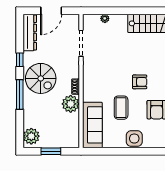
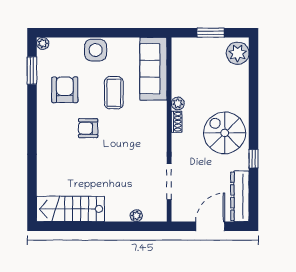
window: (20, 95) -> (254, 111), removed
plant: (71, 104) -> (178, 103), width x0.53, depth x0.53

